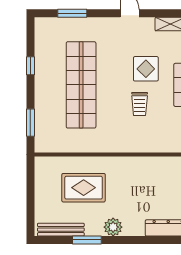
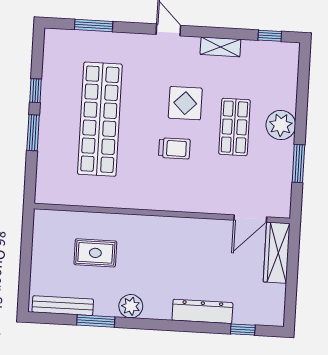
trolley: (140, 104) -> (174, 148), turned -90
window: (30, 123) -> (33, 133), moved
rug: (84, 188) -> (95, 253), width x0.73, depth x0.70

